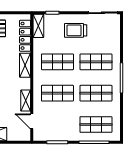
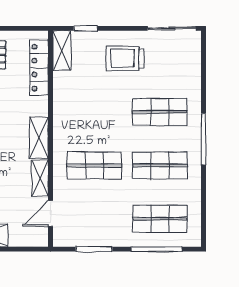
shop shelf: (57, 62) -> (94, 112), removed
shelving: (25, 65) -> (39, 138), moved
door: (32, 121) -> (51, 213), hinge flipped

